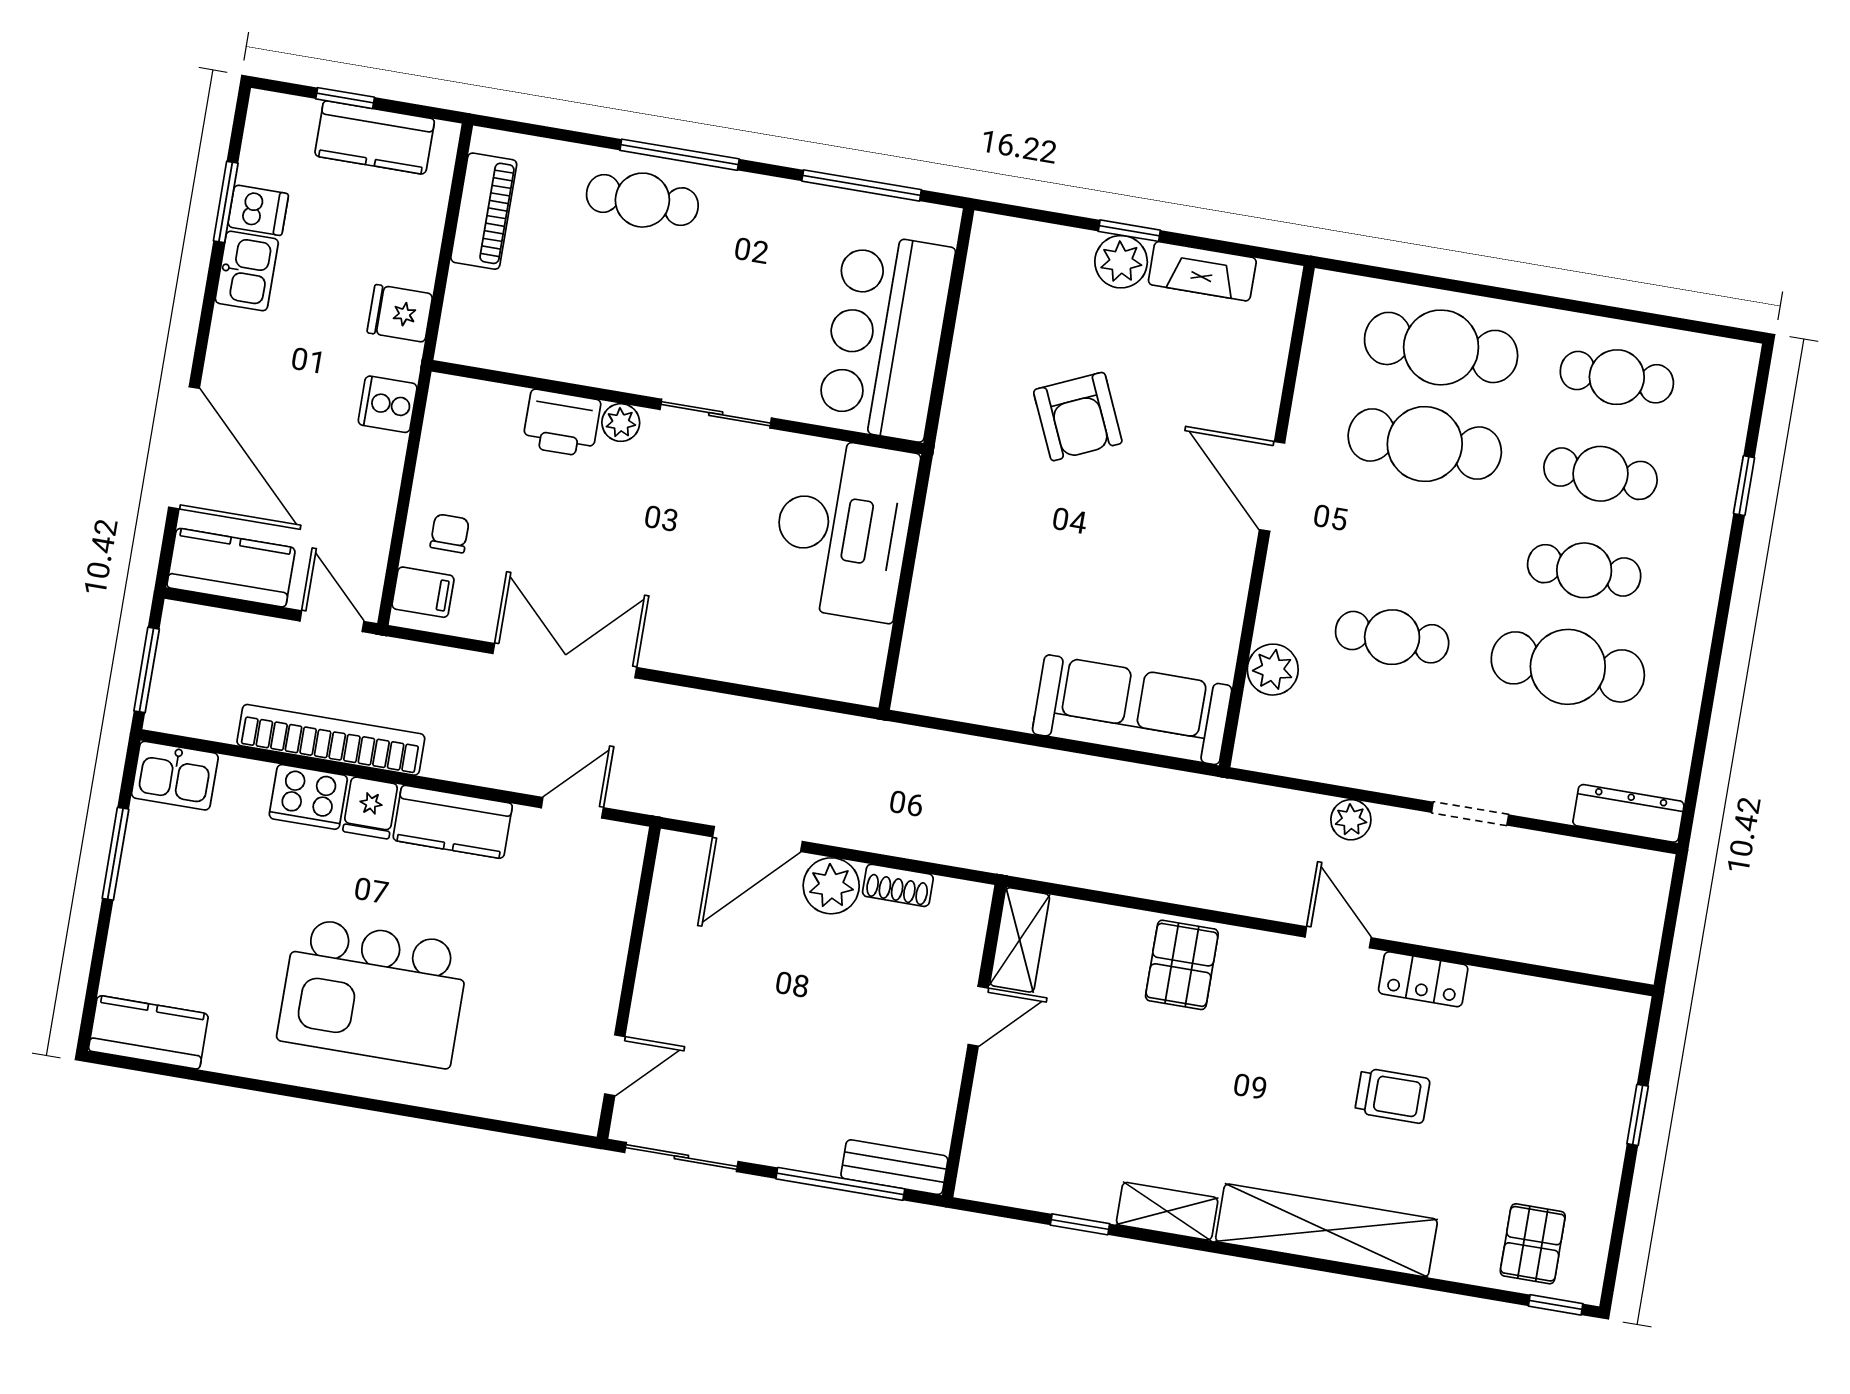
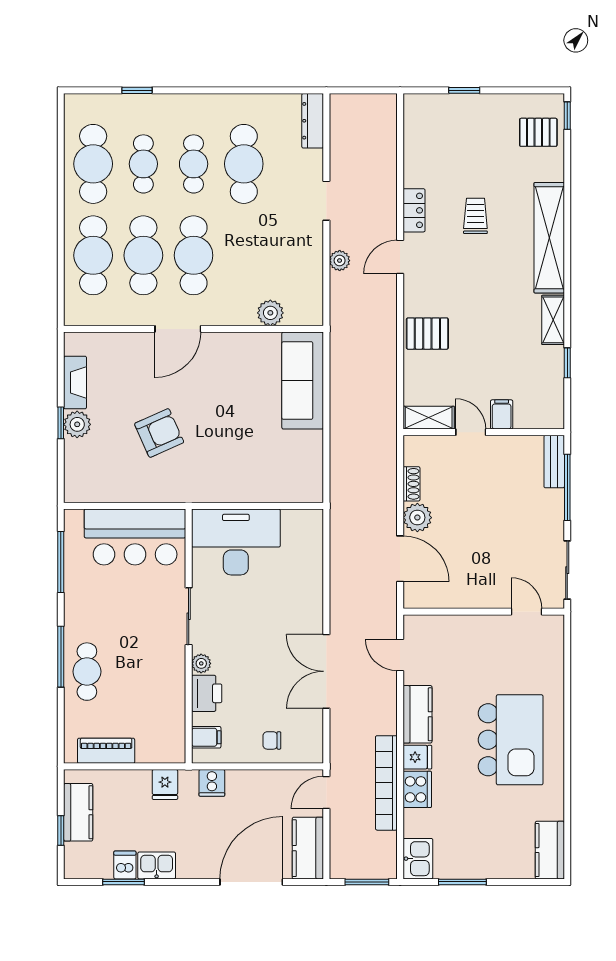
cafe table: (1617, 377) -> (93, 164), width x1.37, depth x1.35
filing cabinet: (423, 592) -> (206, 737), moved, turned 90
cafe table: (1392, 637) -> (194, 255), moved, width x1.37, depth x1.35
filing cabinet: (1002, 1081) -> (502, 414), added

